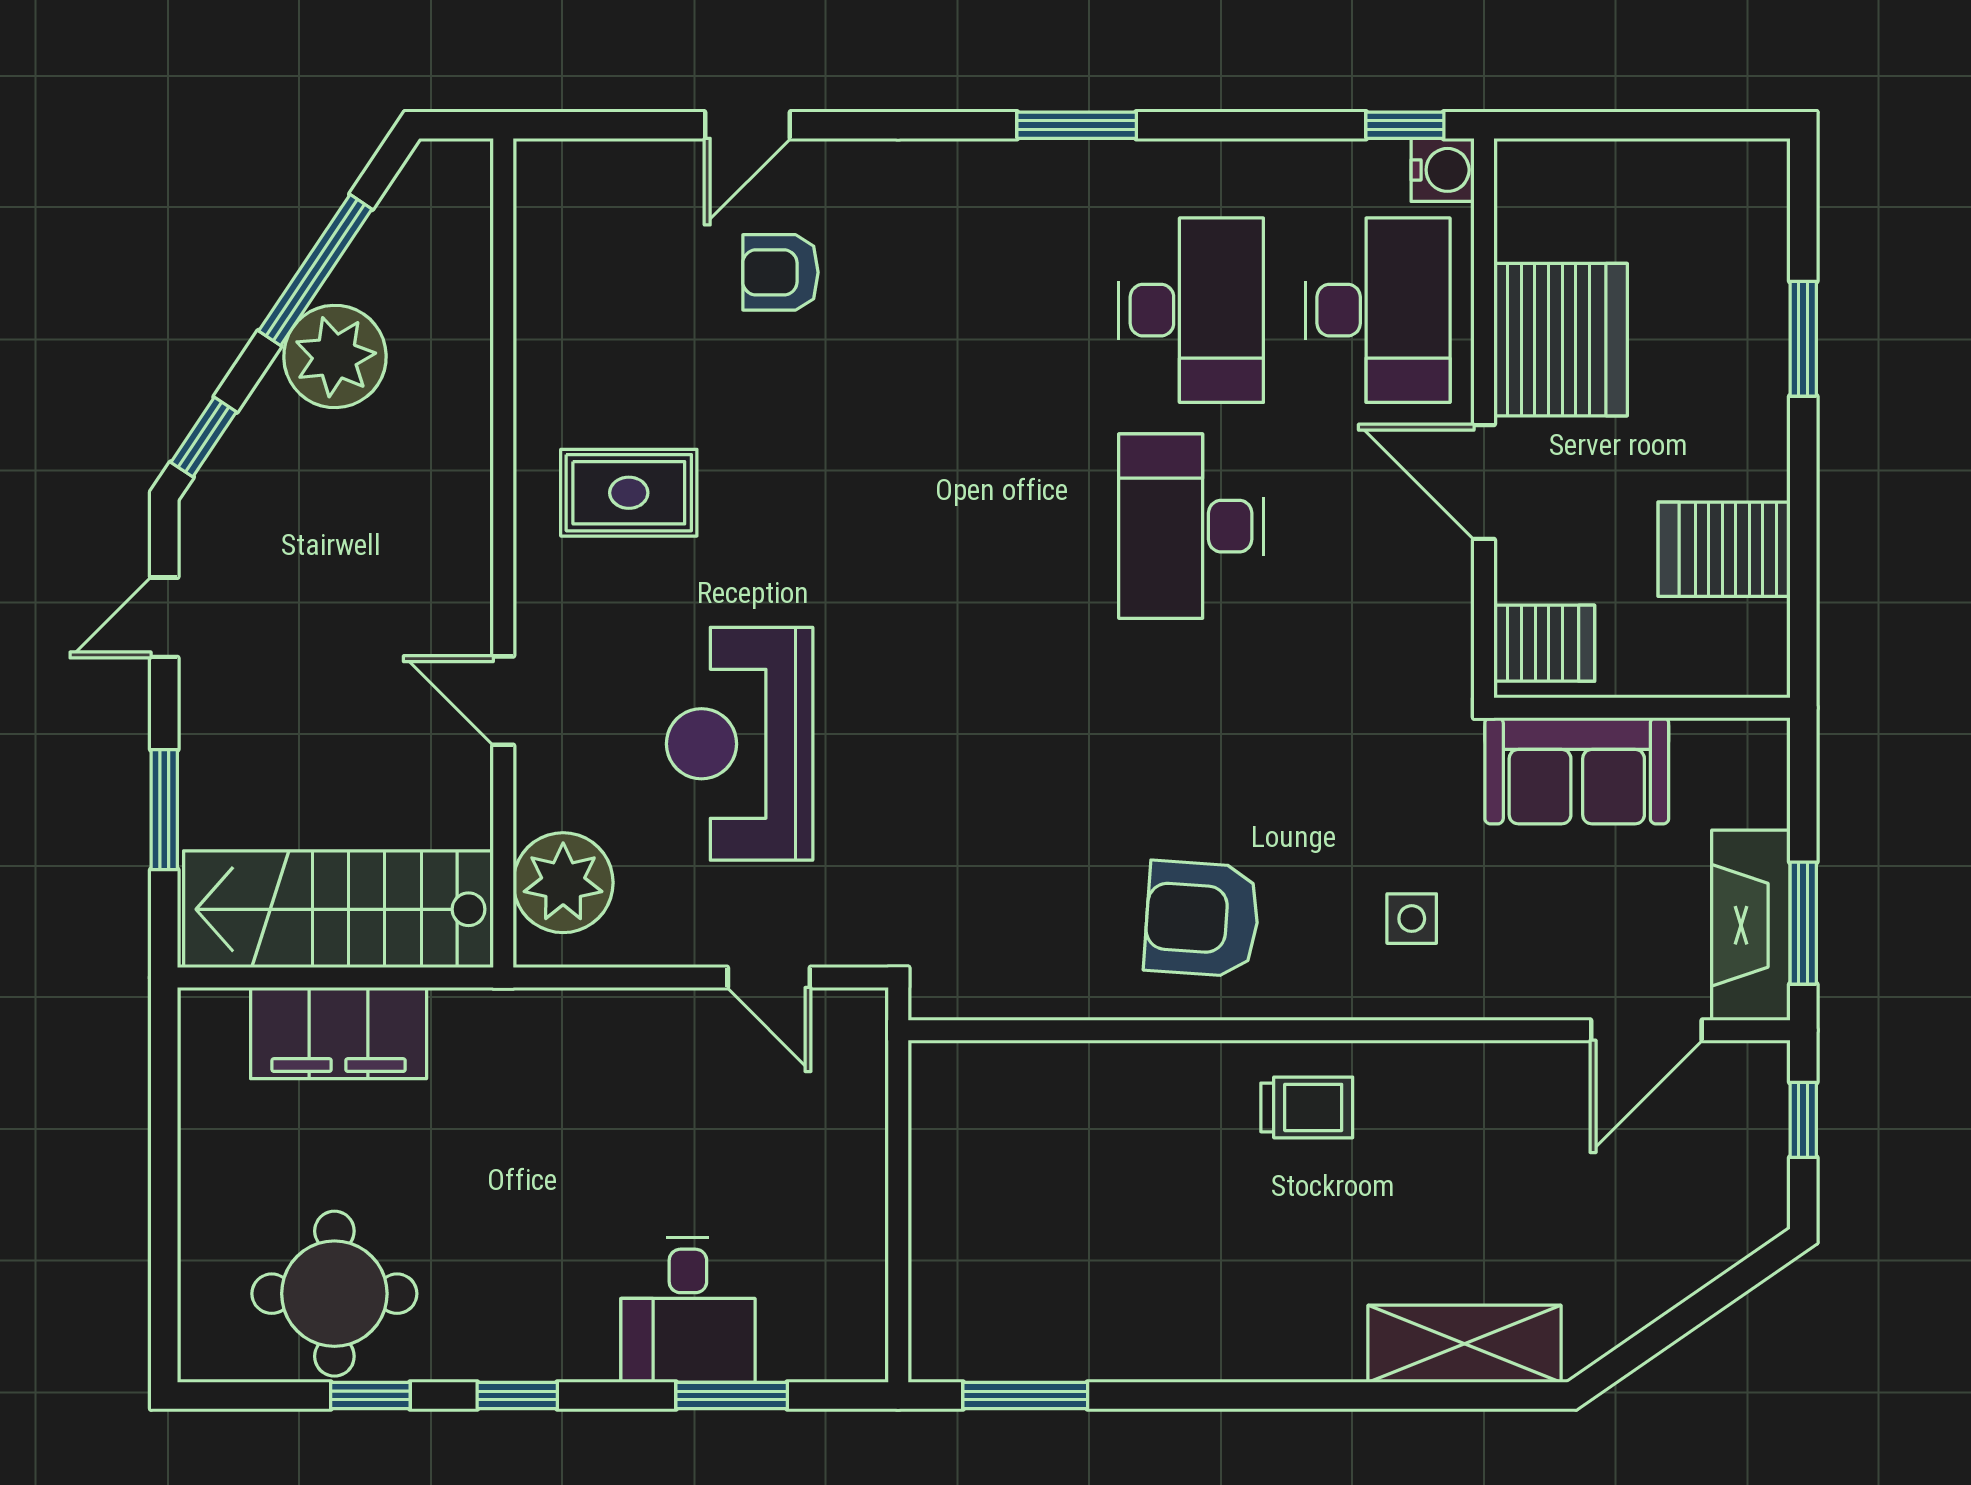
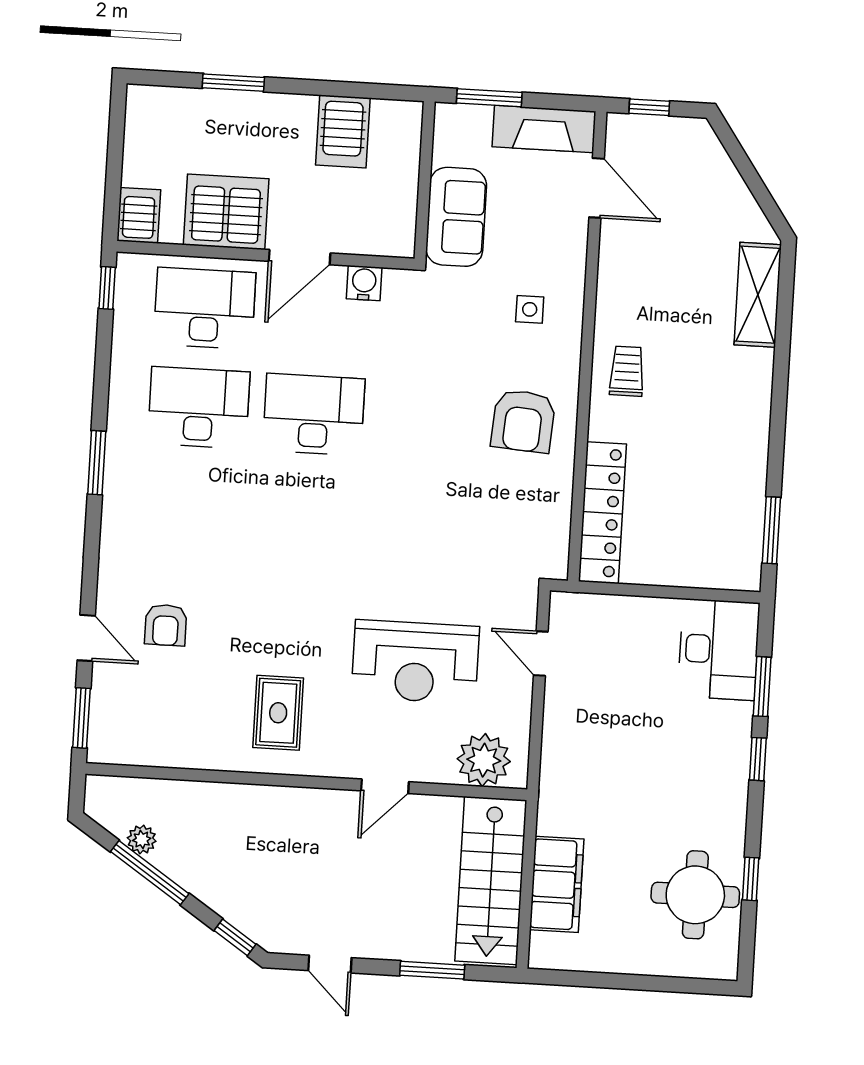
window: (597, 125) -> (81, 718), added
water cooler: (1443, 170) -> (364, 283), moved
plant: (335, 356) -> (142, 839), moved, width x0.53, depth x0.53
desk: (1191, 526) -> (314, 414), turned 180
server rack: (1544, 643) -> (139, 215), moved
window: (1803, 923) -> (489, 98), moved
door: (769, 978) -> (541, 653), swing flipped
locker: (1039, 1077) -> (602, 513), added
desk: (688, 1310) -> (719, 650), moved, width x1.37
window: (517, 1396) -> (758, 759), moved

